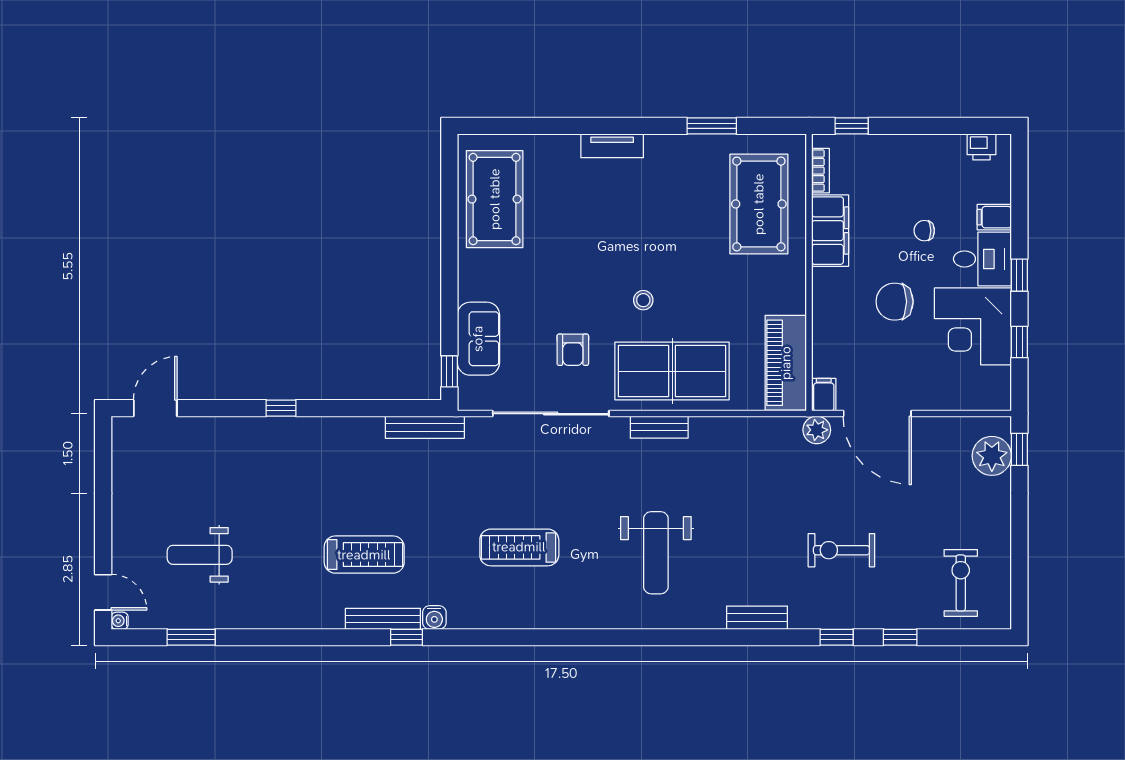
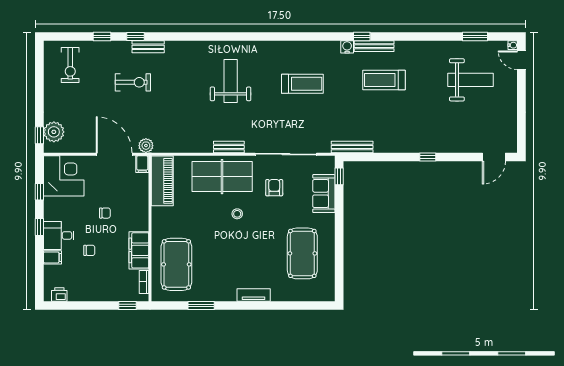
pool table: (495, 199) -> (302, 253), moved
chair: (895, 302) -> (105, 213), width x0.54, depth x0.54
corner desk: (973, 326) -> (64, 176), moved
weight bench: (200, 555) -> (471, 80), width x1.36, depth x1.33
bench: (757, 618) -> (148, 47), moved

